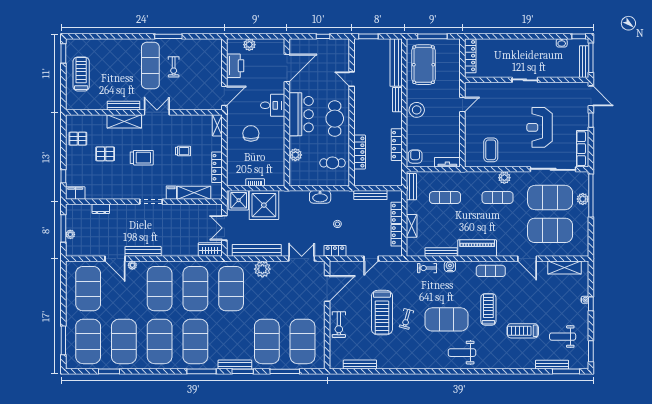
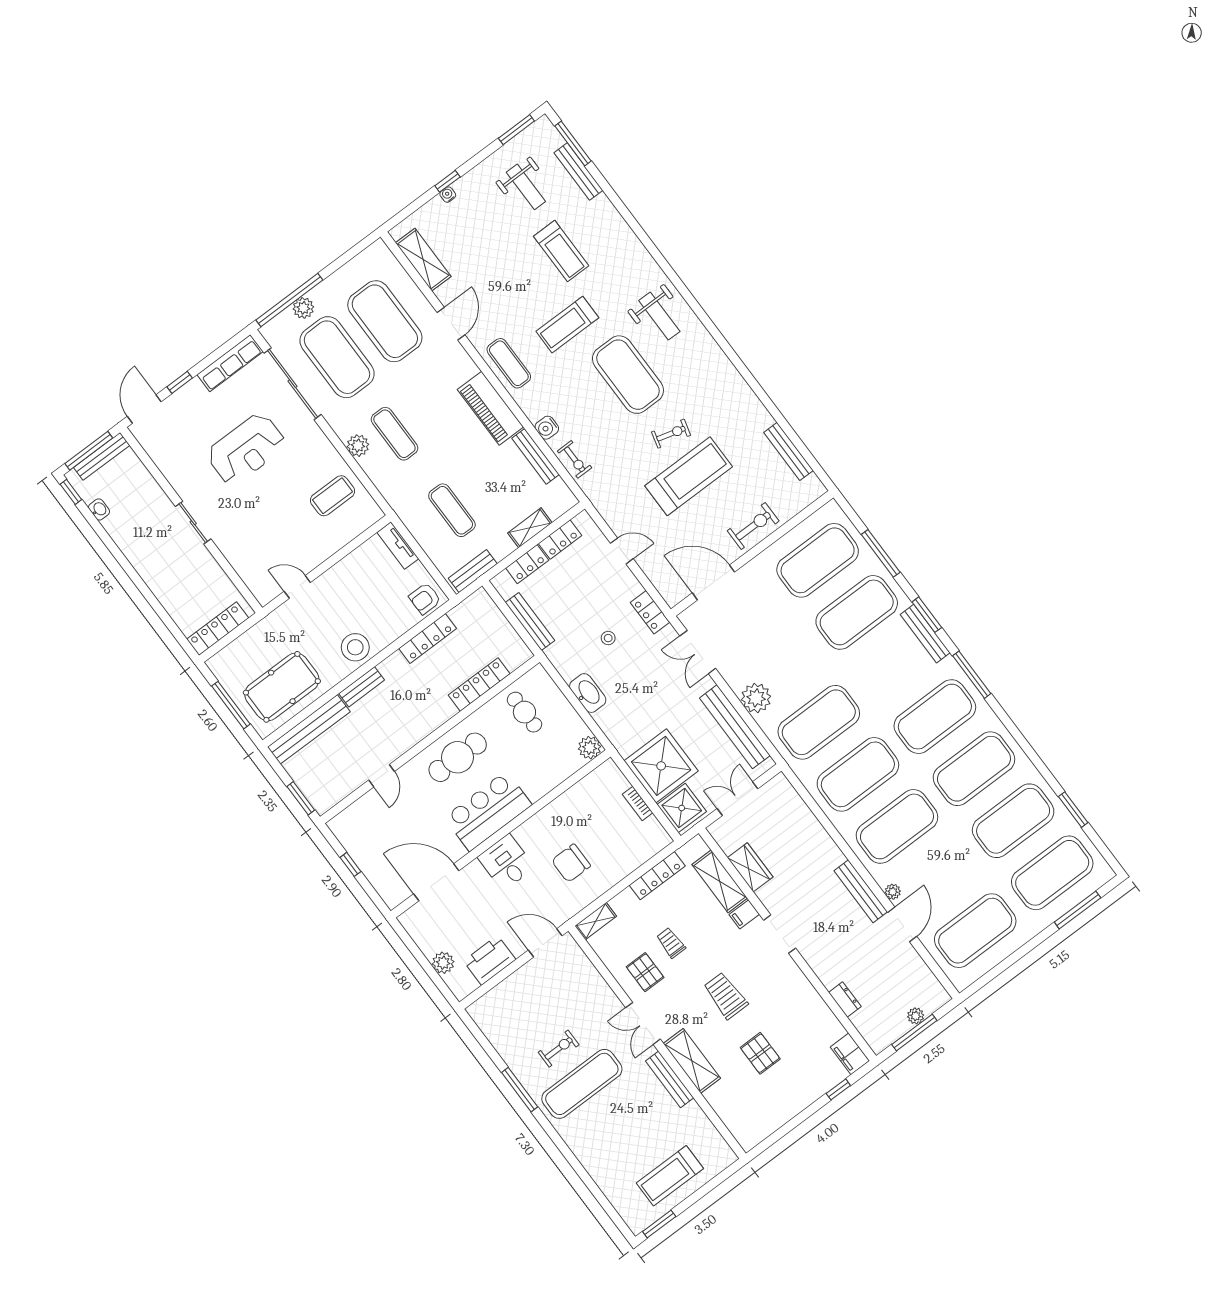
pallet: (78, 139) -> (645, 972), moved
plant: (295, 155) -> (590, 748), moved
double door: (224, 228) -> (737, 799), swing flipped
wardrobe: (210, 250) -> (750, 867), moved, turned 180

